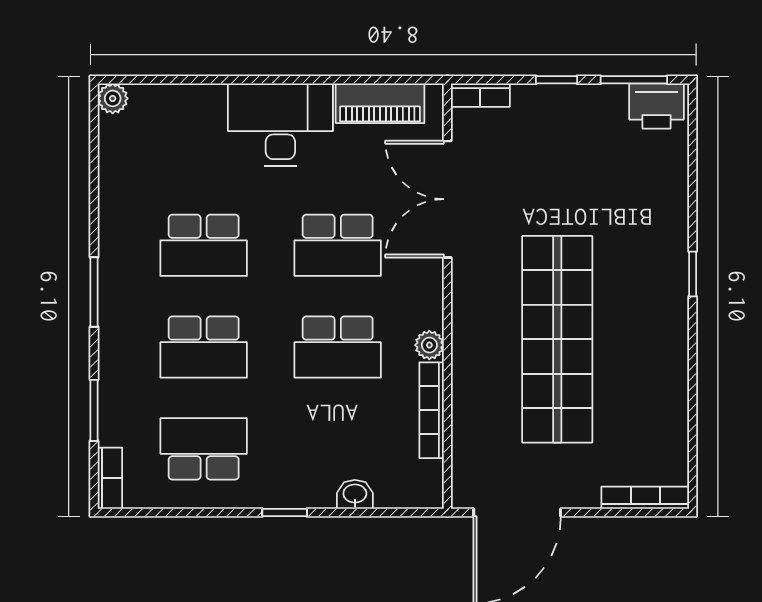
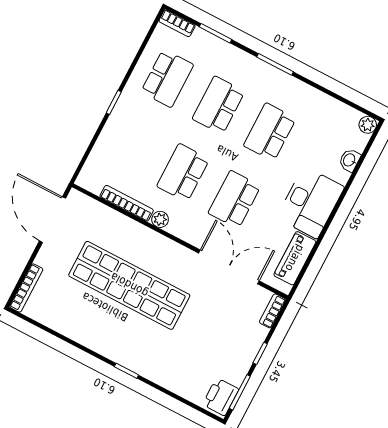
washbasin: (355, 494) -> (350, 160), moved, turned 180

